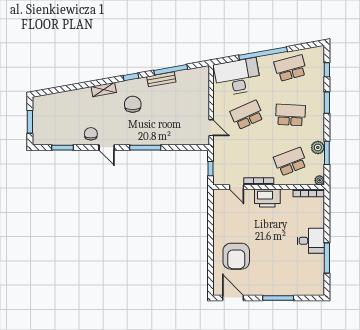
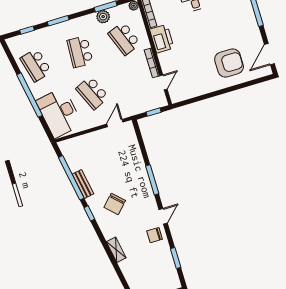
window: (171, 70) -> (71, 178), width x1.46
shelving: (104, 90) -> (116, 250), moved
chair: (133, 104) -> (115, 204), turned -46
printer: (267, 198) -> (162, 39), moved

